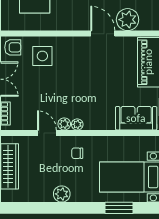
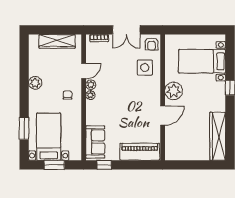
plant: (128, 20) -> (174, 91), moved

